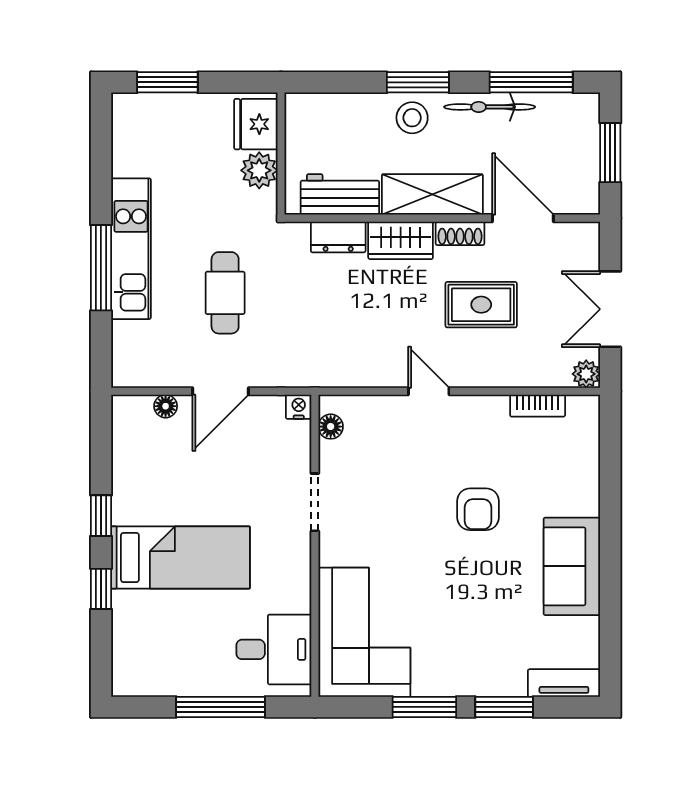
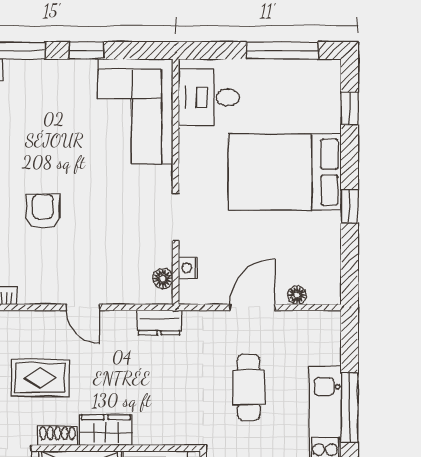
dresser: (338, 237) -> (159, 323), moved, turned 180
nightstand: (299, 407) -> (188, 268), moved, turned 90
bed: (180, 557) -> (285, 172), width x1.50
window: (101, 589) -> (350, 108), moved
window: (220, 707) -> (282, 50), moved
window: (424, 707) -> (86, 50), width x0.67

